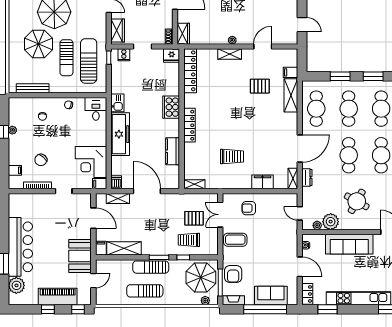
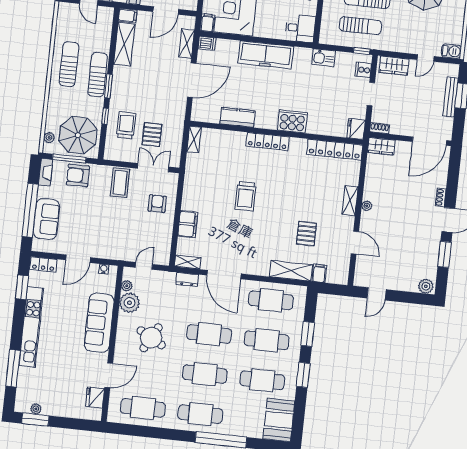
sun lounger: (89, 61) -> (360, 26), width x0.73, depth x0.75
kitchen sink: (117, 103) -> (324, 58), moved
trolley: (232, 157) -> (245, 196), moved

